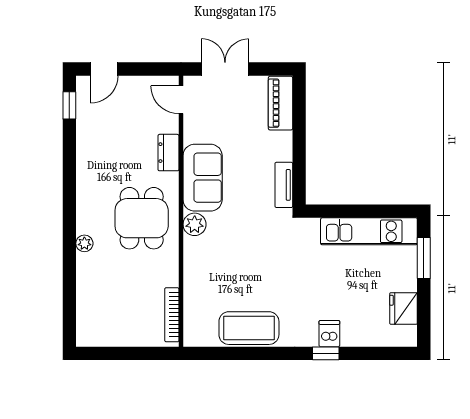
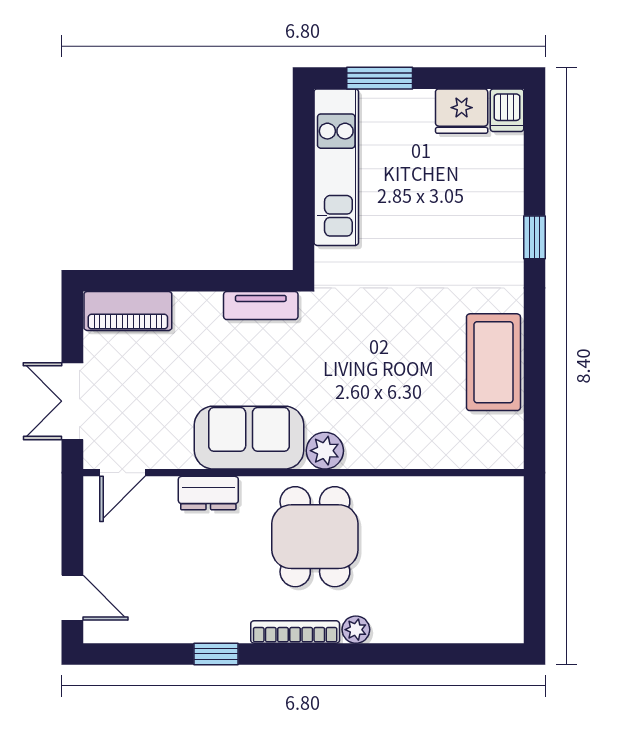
window: (69, 105) -> (216, 654), moved
dining table: (142, 218) -> (315, 537), turned 90
bookcase: (172, 315) -> (295, 632), moved, turned 180
dishwasher: (329, 334) -> (507, 110), moved, turned -90

